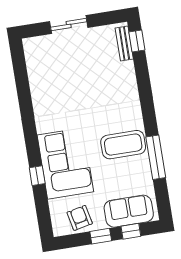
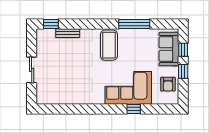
bench: (124, 44) -> (68, 33), moved
coffee table: (123, 145) -> (109, 45), moved
armchair: (80, 218) -> (168, 84), turned -78

